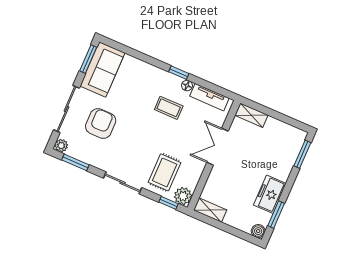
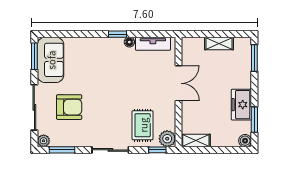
coffee table: (169, 108) -> (122, 68), removed
shelving: (251, 115) -> (219, 43), moved
armchair: (101, 123) -> (69, 107), turned 90
double door: (218, 147) -> (179, 83), swing flipped

